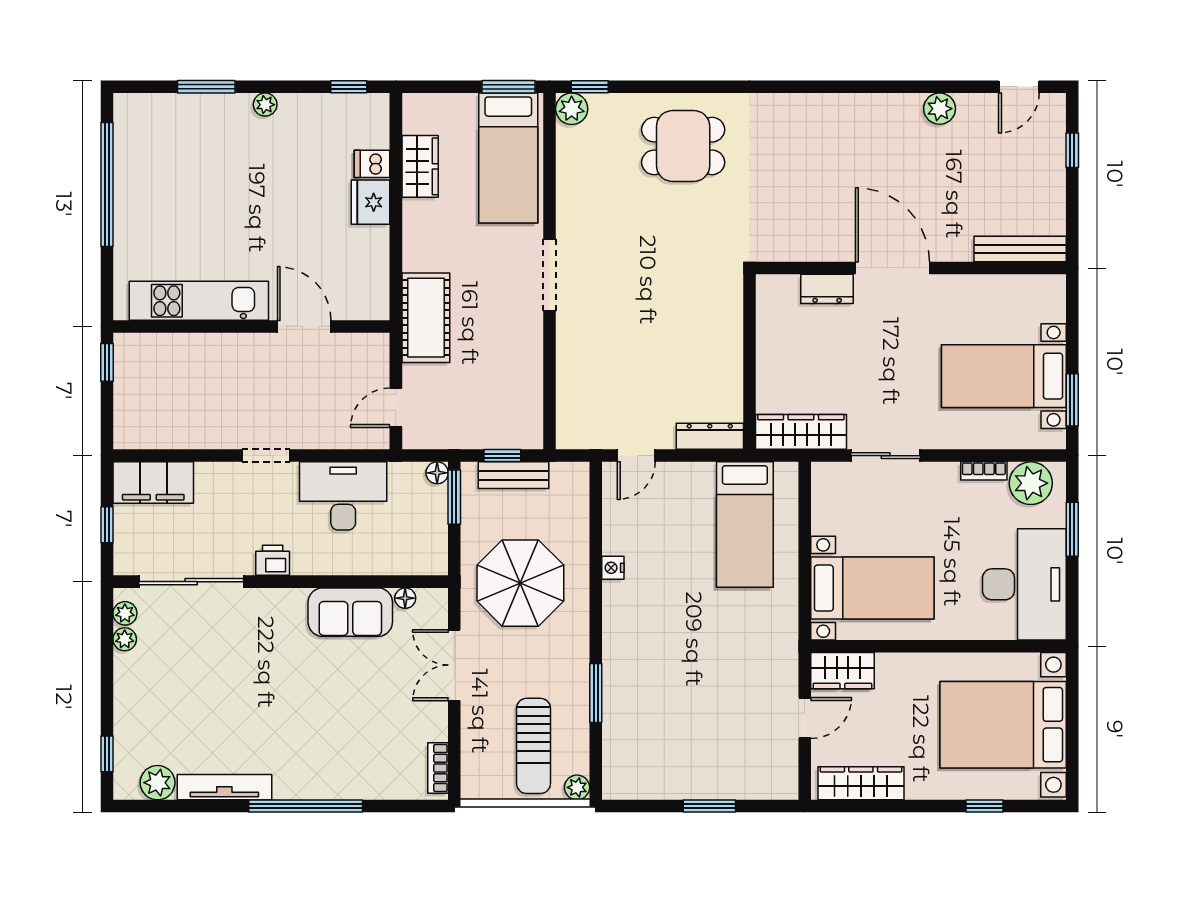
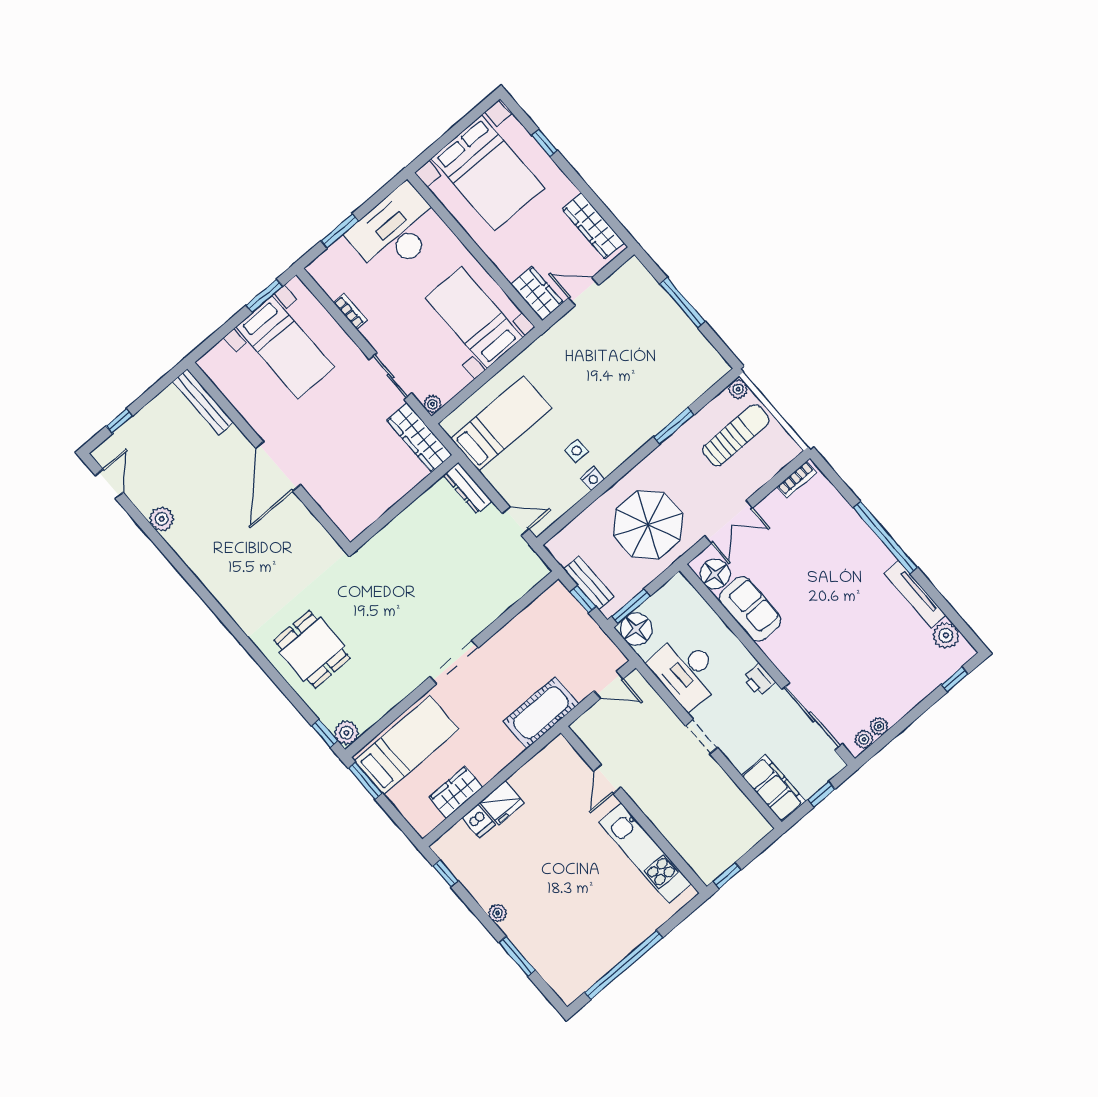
door: (1019, 87) -> (109, 484), hinge flipped
dresser: (827, 289) -> (323, 494), removed
door: (304, 326) -> (607, 779), width x0.73
floor lamp: (437, 473) -> (636, 629), width x1.89, depth x1.89
plant: (1031, 483) -> (432, 404), moved, width x0.53, depth x0.53
side table: (654, 576) -> (577, 451), added
floor lamp: (405, 598) -> (715, 574), width x1.89, depth x1.89
window: (709, 806) -> (683, 303), width x1.44

